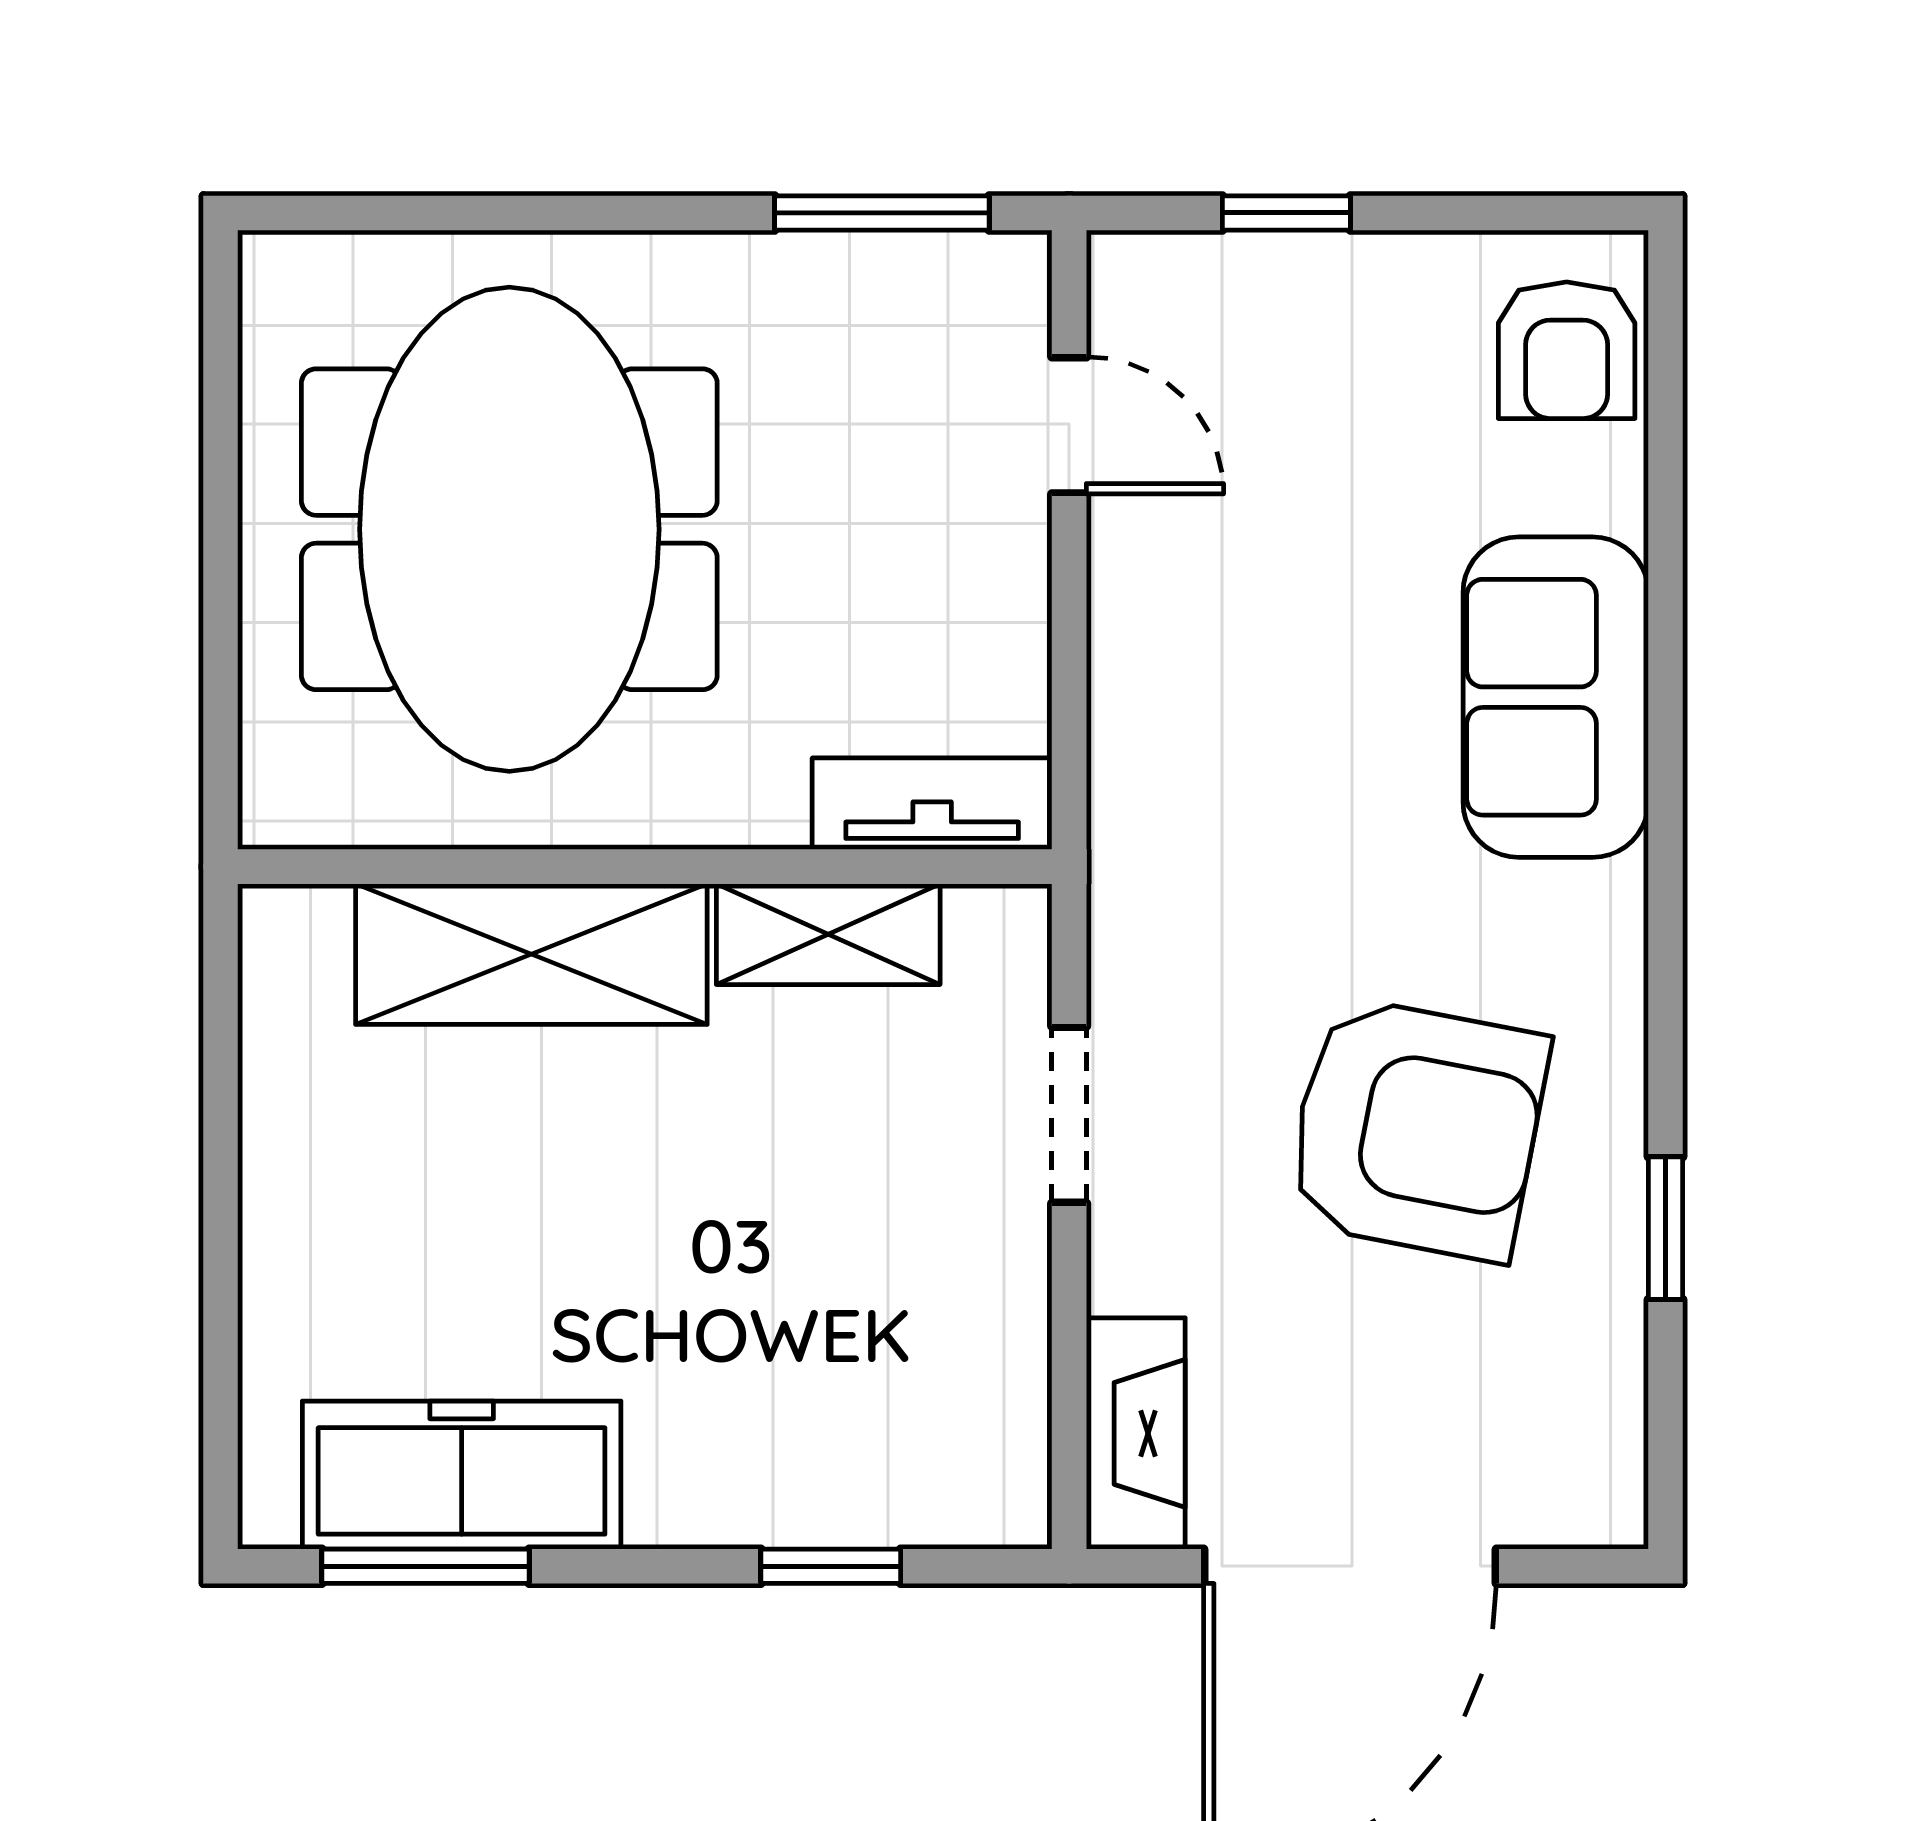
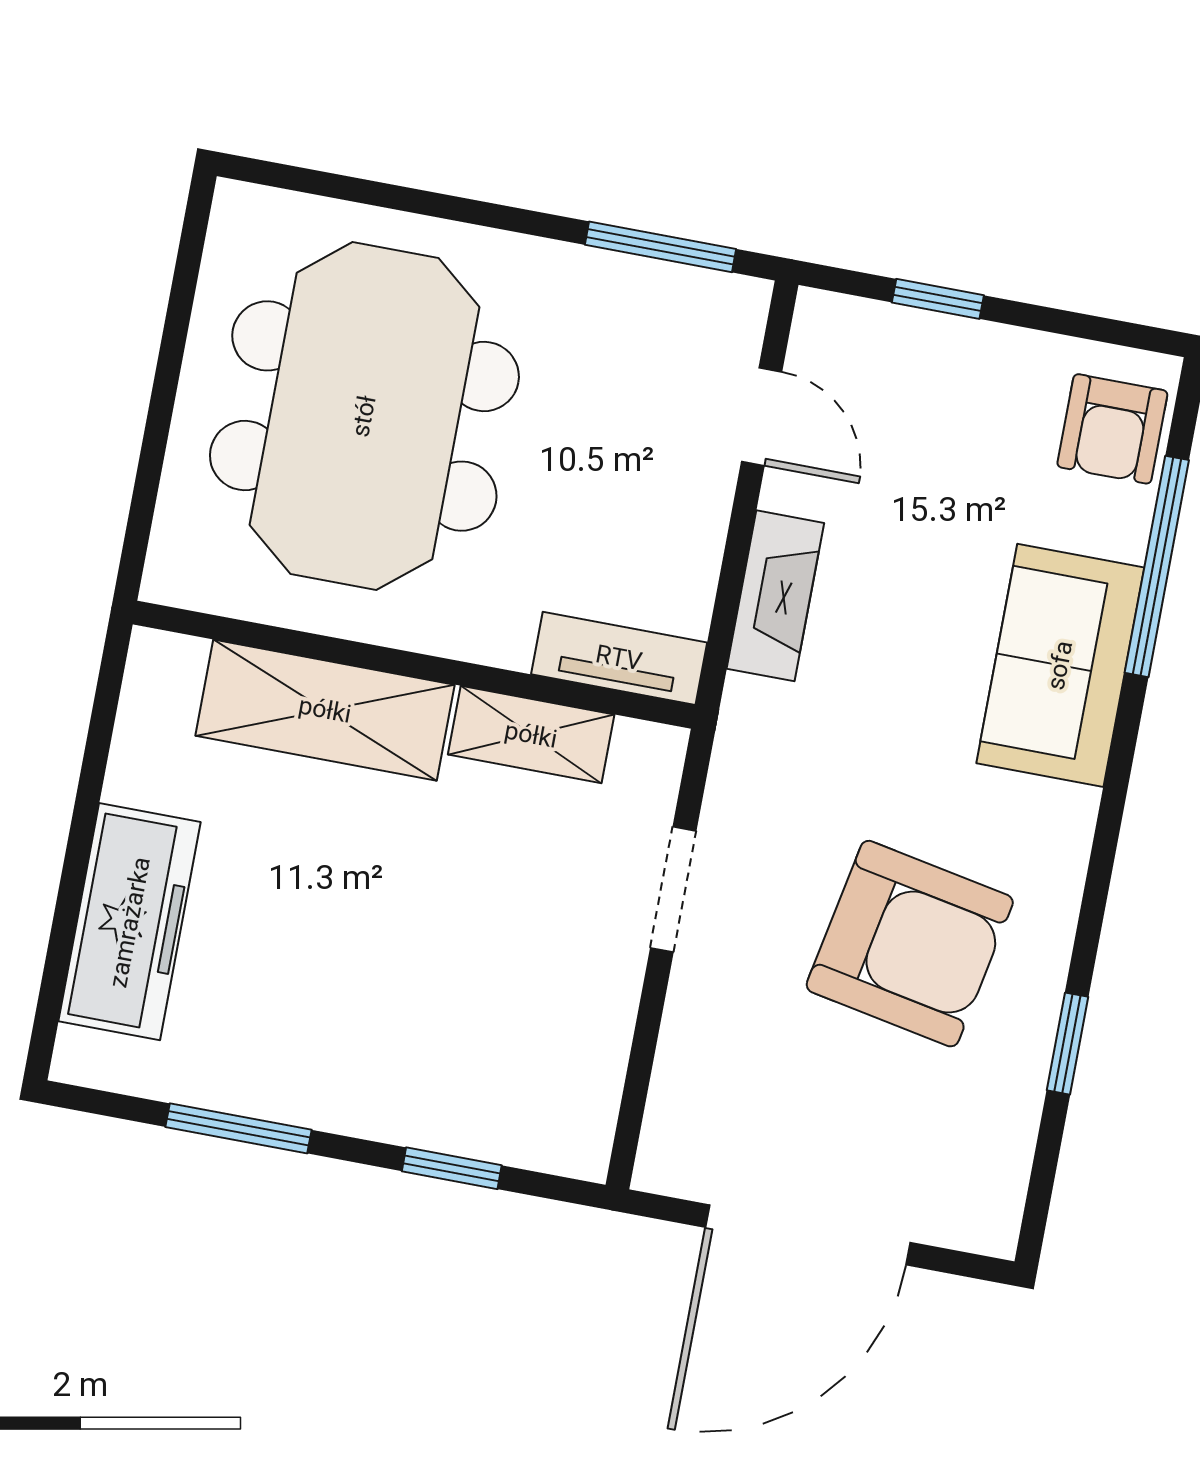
window: (1665, 532) -> (1157, 566), added
fireplace: (1136, 1433) -> (775, 596), moved
freezer: (462, 1475) -> (130, 922), moved, turned 90
window: (426, 1566) -> (239, 1128), moved

